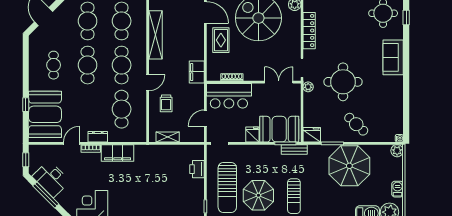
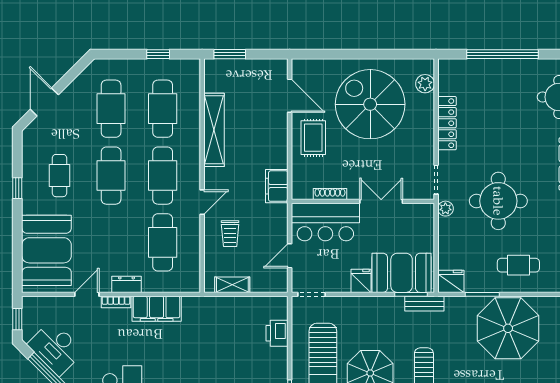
double door: (279, 82) -> (381, 201), moved
window: (26, 105) -> (17, 188), moved
cafe table: (356, 124) -> (518, 265), turned -43

